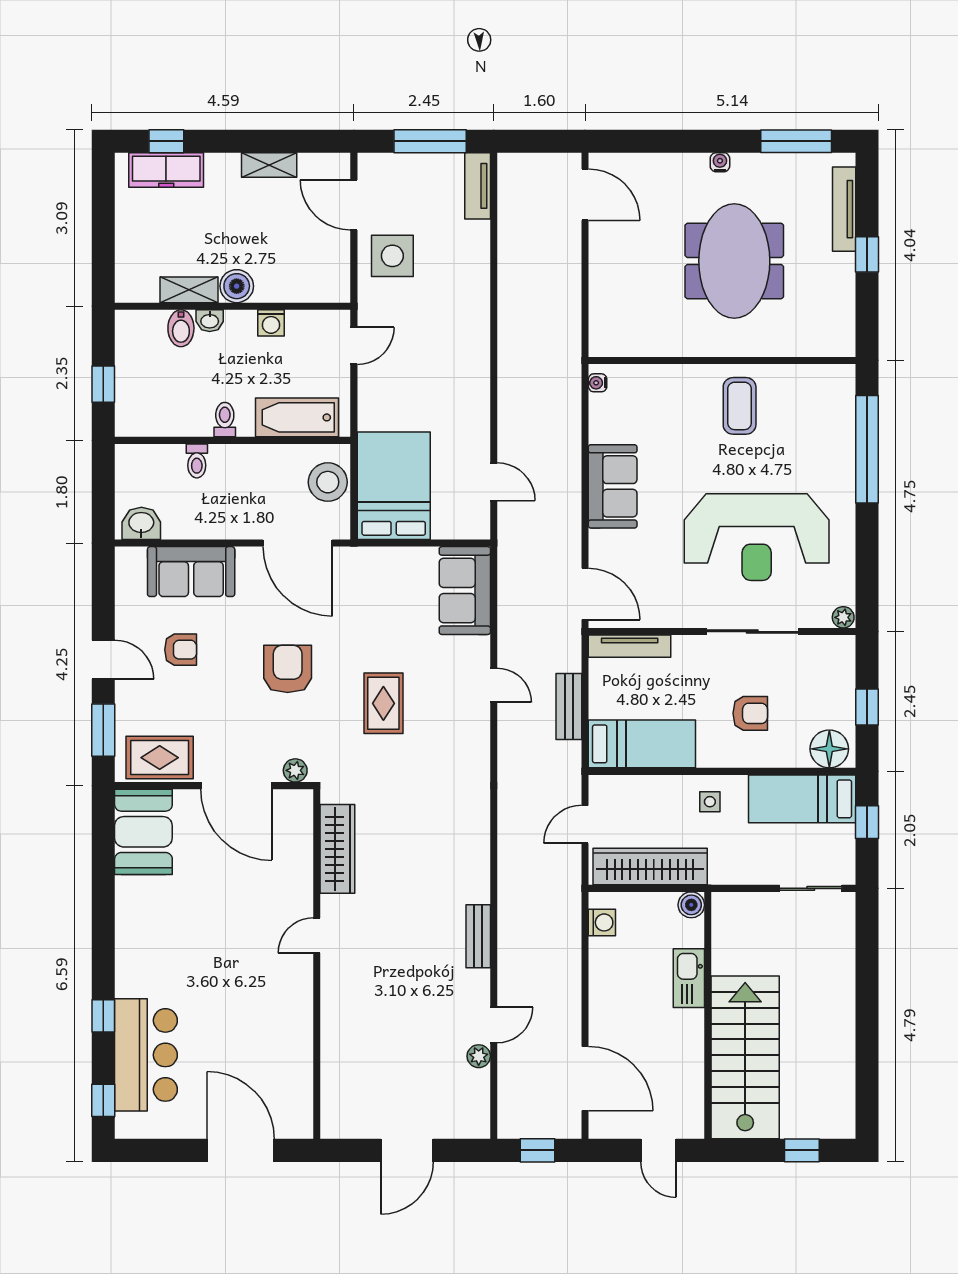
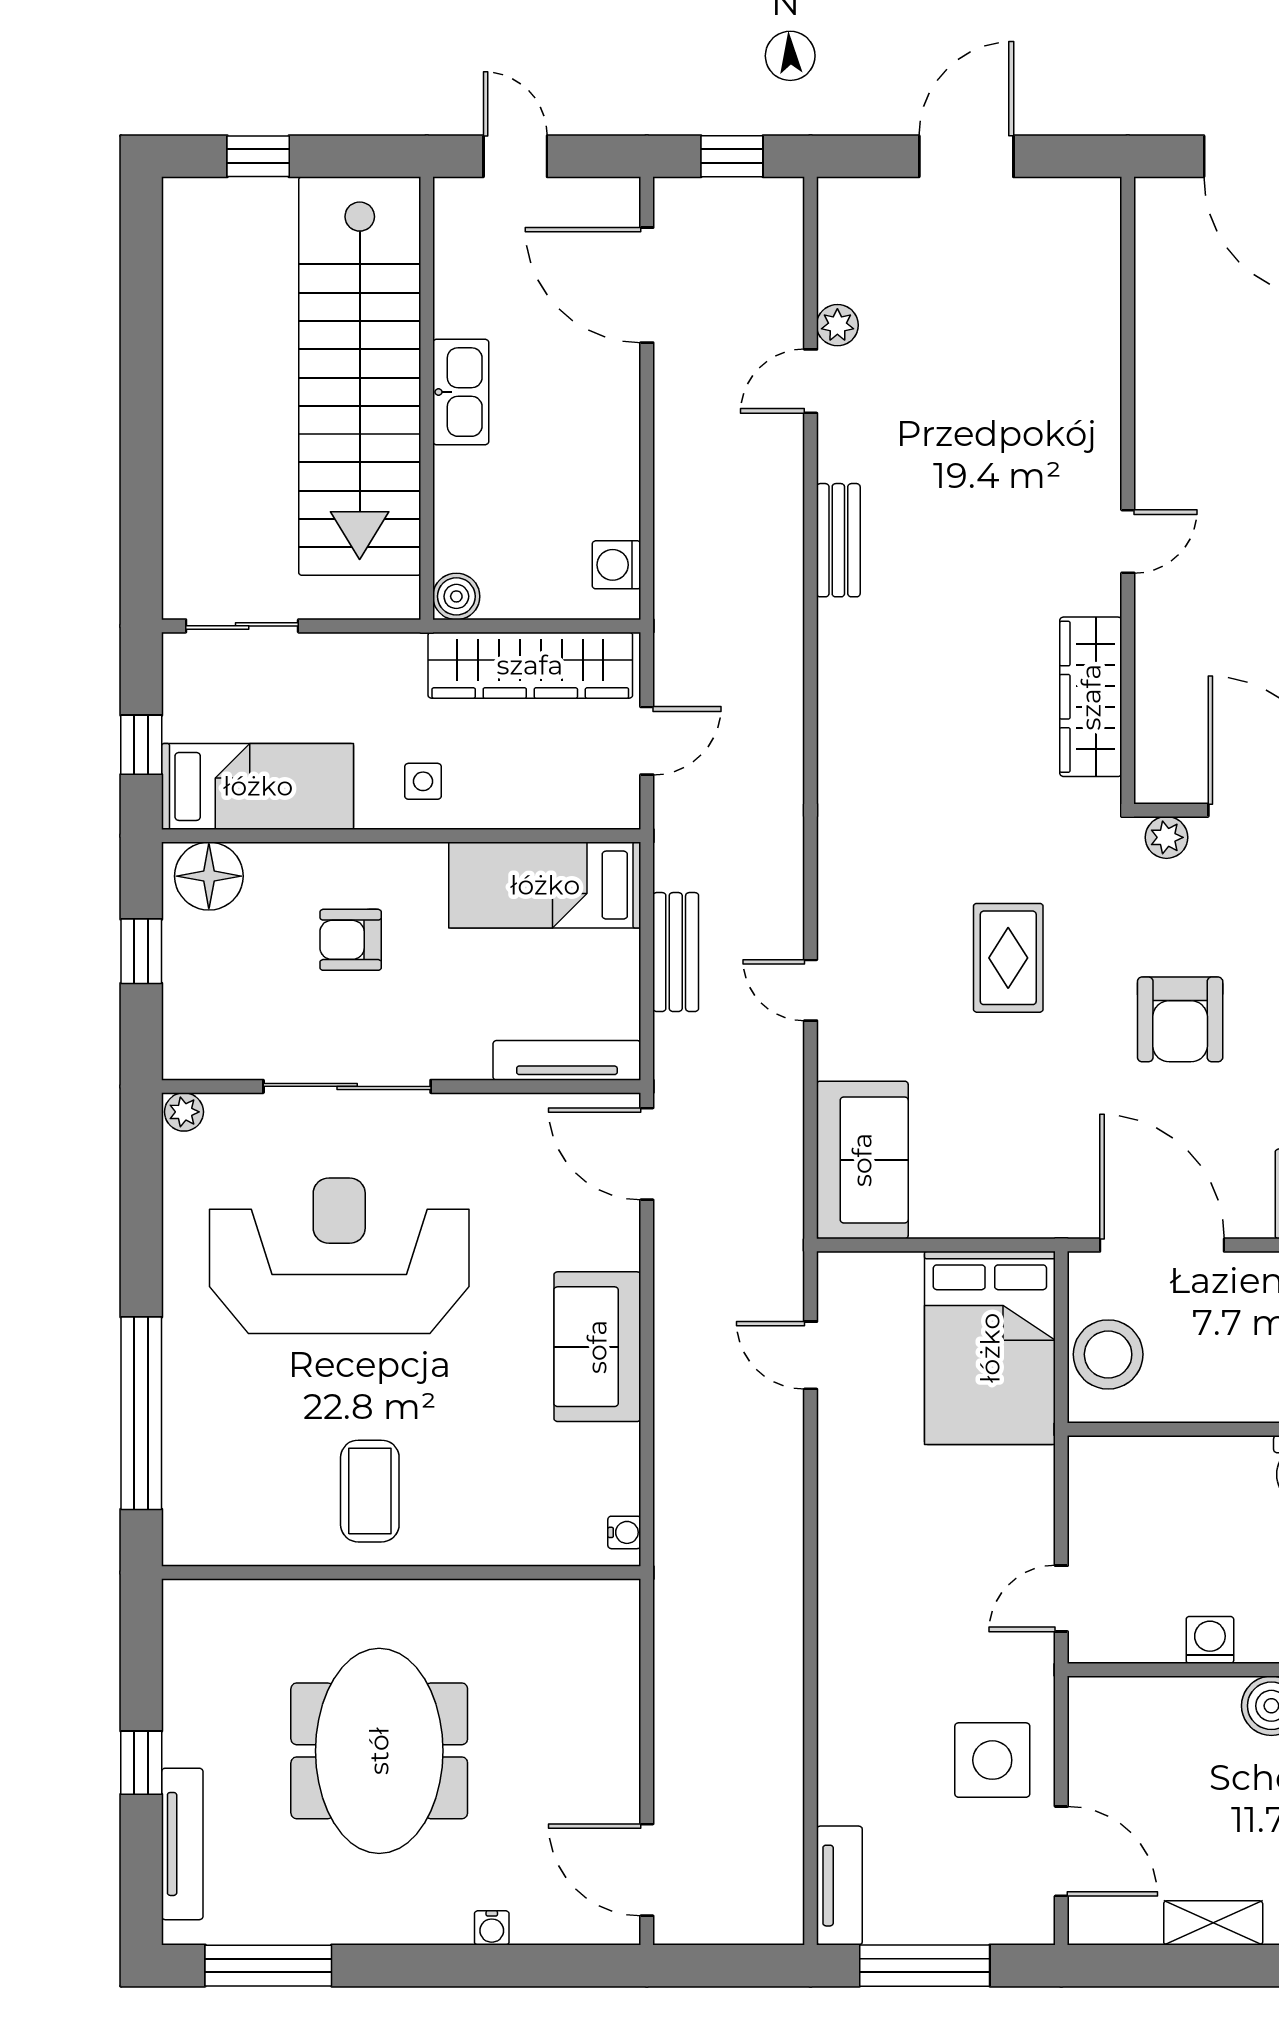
water cooler: (720, 162) -> (492, 1928), moved
bathtub: (297, 417) -> (1163, 1470), removed
kitchen sink: (689, 978) -> (461, 392), moved
stairs: (745, 1057) -> (360, 376), width x1.36

